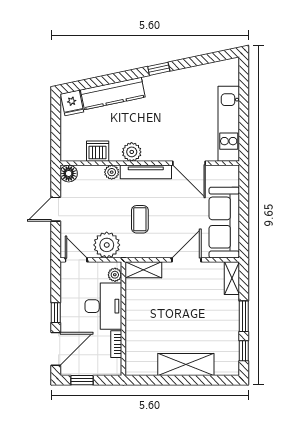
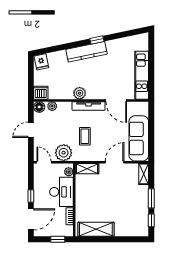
kitchen counter: (113, 93) -> (86, 52), moved
dishwasher: (98, 151) -> (41, 93), moved
plant: (112, 172) -> (52, 106), moved
shelving: (186, 365) -> (96, 229), moved
window: (82, 380) -> (58, 239), moved

